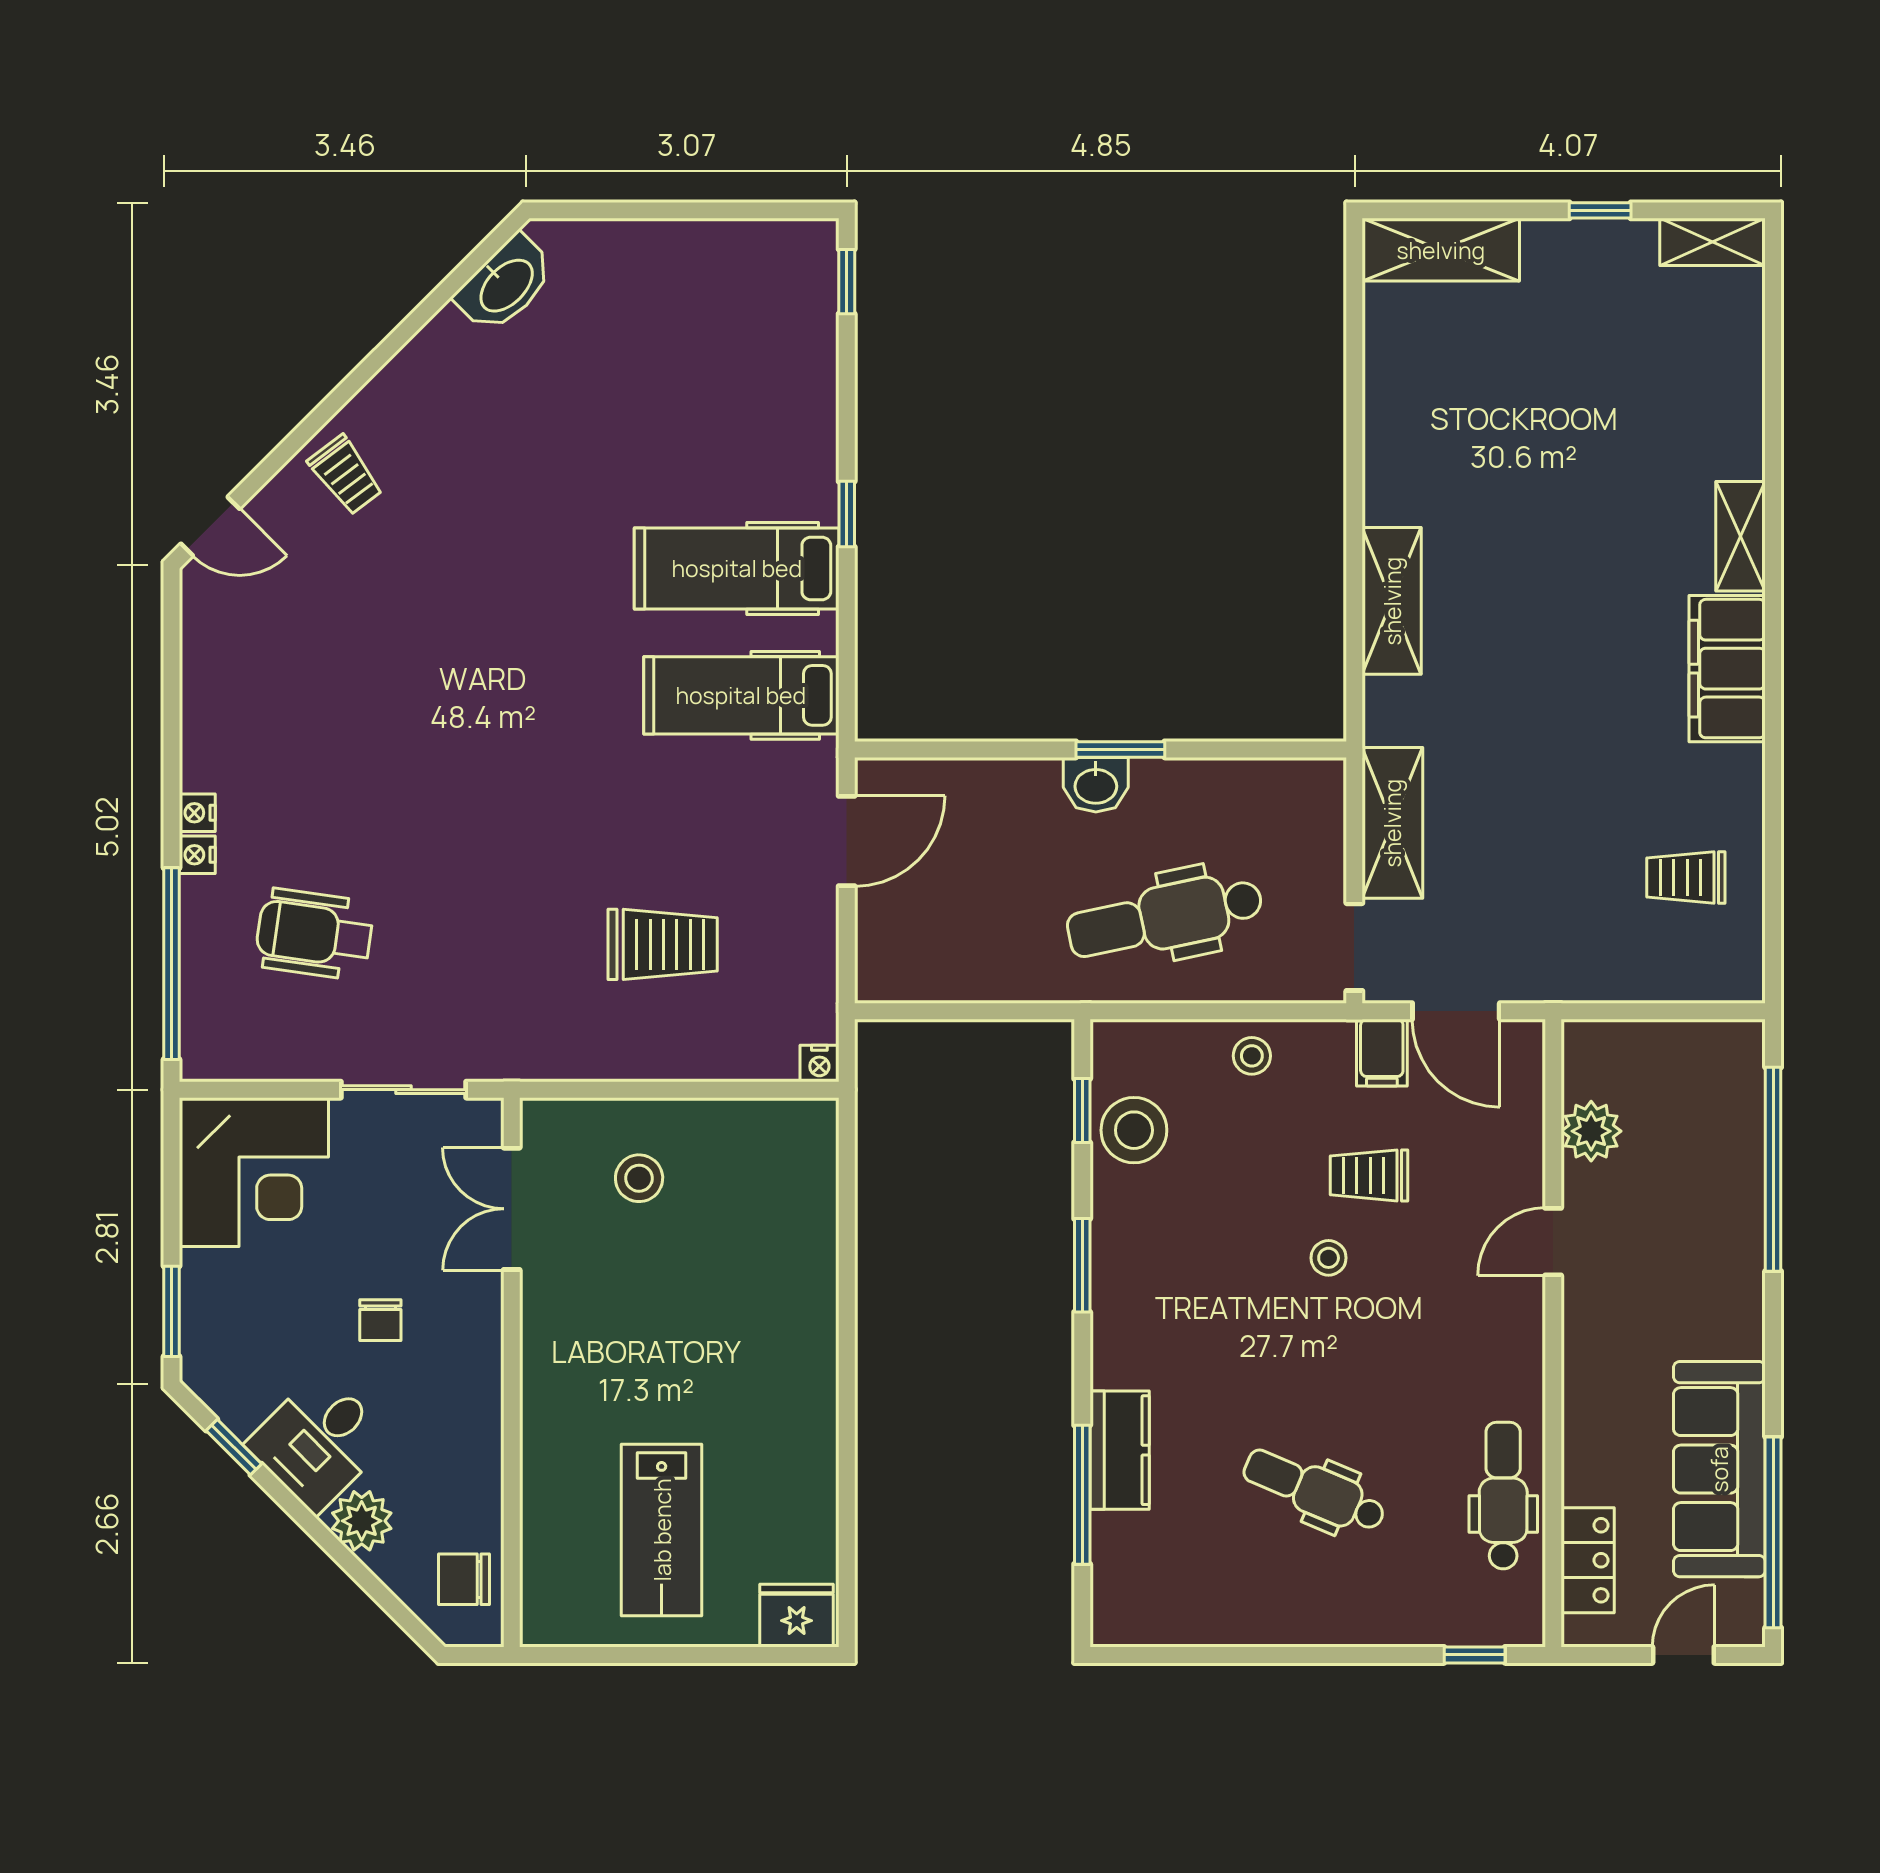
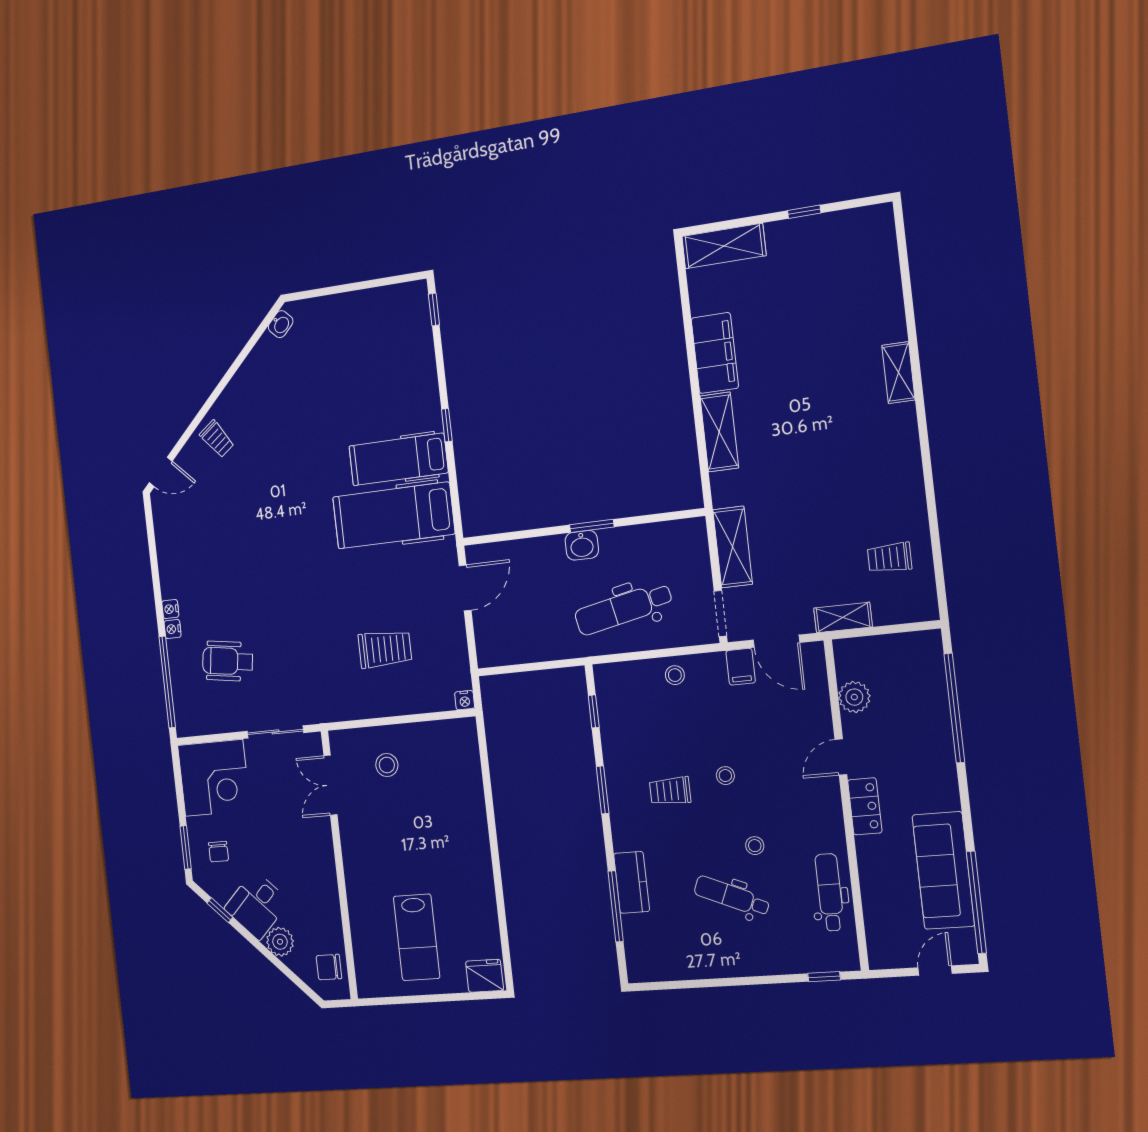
shelving: (1713, 242) -> (843, 617), moved
washbasin: (505, 284) -> (281, 324), width x0.52, depth x0.69
filing cabinet: (1727, 669) -> (715, 353), moved, turned 180
hospital bed: (741, 695) -> (394, 515), width x1.37, depth x1.29
stool: (1134, 1130) -> (755, 846), moved, width x0.53, depth x0.53
trolley: (1369, 1175) -> (670, 791), moved
chair: (380, 1320) -> (219, 852), moved
locker: (1588, 1560) -> (865, 806), moved

